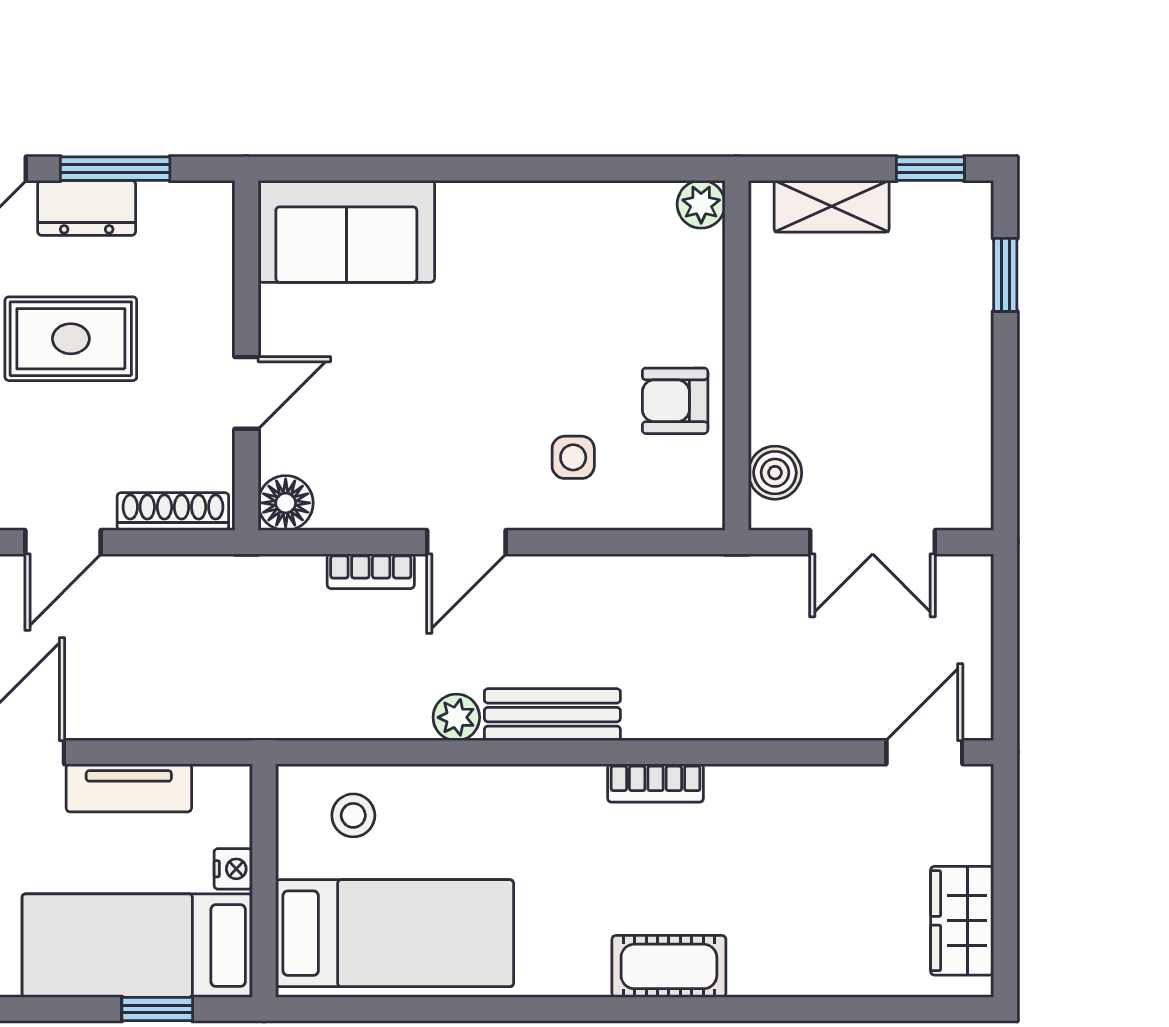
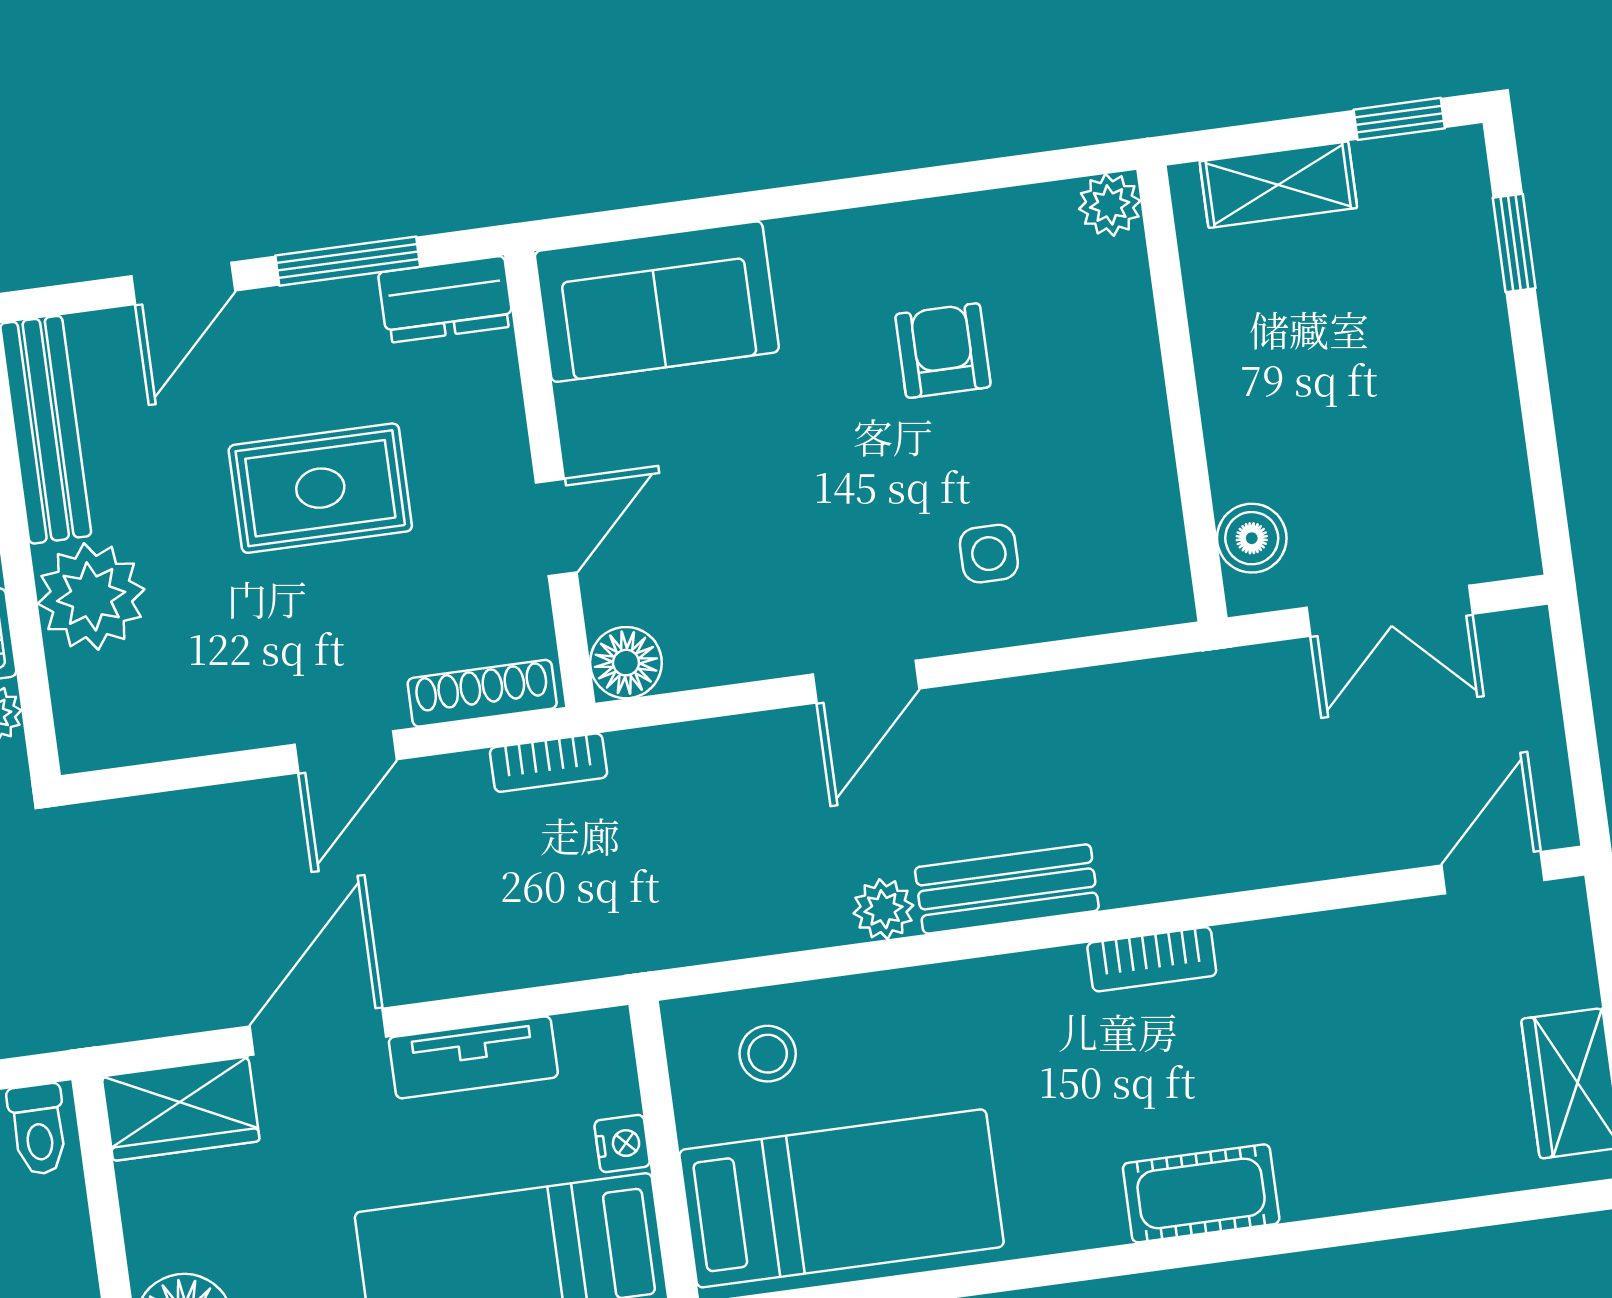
dresser: (87, 208) -> (446, 299), moved
armchair: (675, 401) -> (943, 351), moved, turned 90
bookcase: (371, 571) -> (549, 763), moved

